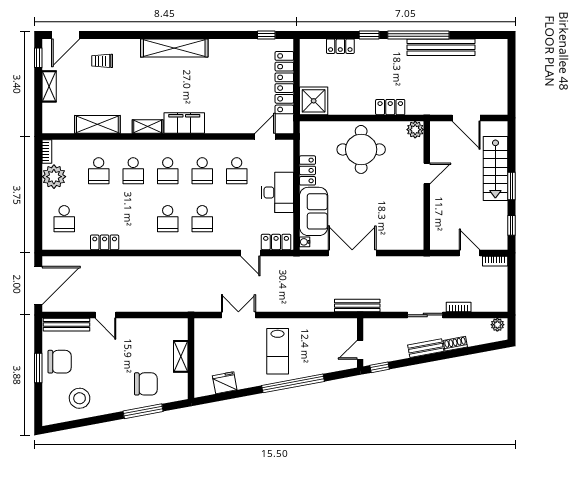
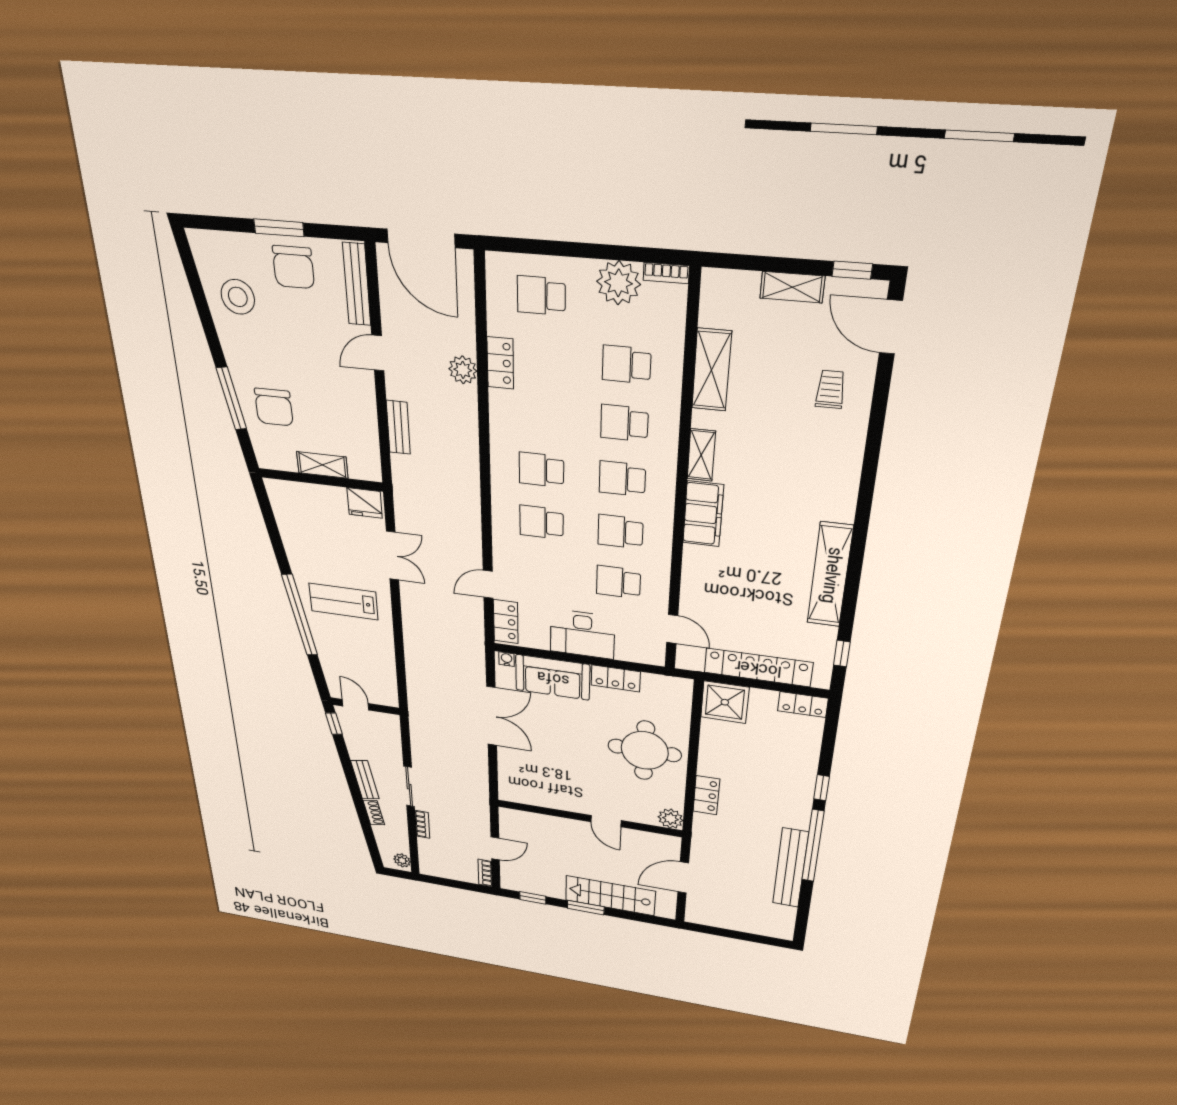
locker: (340, 46) -> (803, 705), moved, turned -90
shelving: (174, 48) -> (830, 575), moved
plant: (111, 264) -> (463, 370), added
bench: (357, 306) -> (398, 427), moved, width x0.73
fridge: (225, 383) -> (365, 503), moved, turned 101

